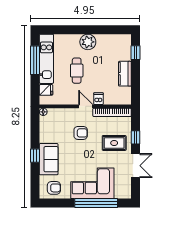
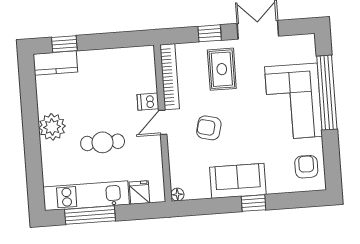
kitchen counter: (125, 74) -> (55, 63), moved
armchair: (81, 133) -> (209, 128), turned -76
sofa: (49, 159) -> (238, 181), moved

